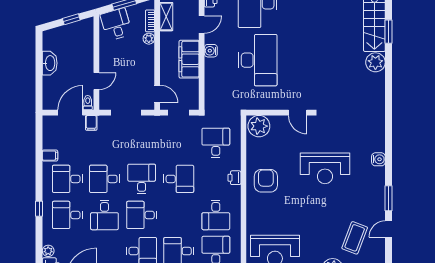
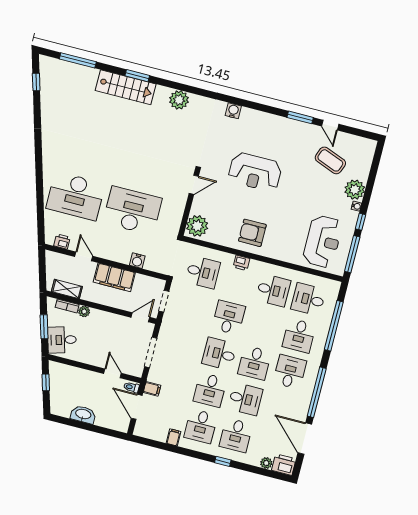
water cooler: (211, 51) -> (137, 261), moved
plant: (375, 62) -> (179, 100), moved
desk: (216, 143) -> (203, 272), turned 180
water cooler: (378, 159) -> (233, 111), moved
reception desk: (325, 168) -> (255, 172), turned 90

